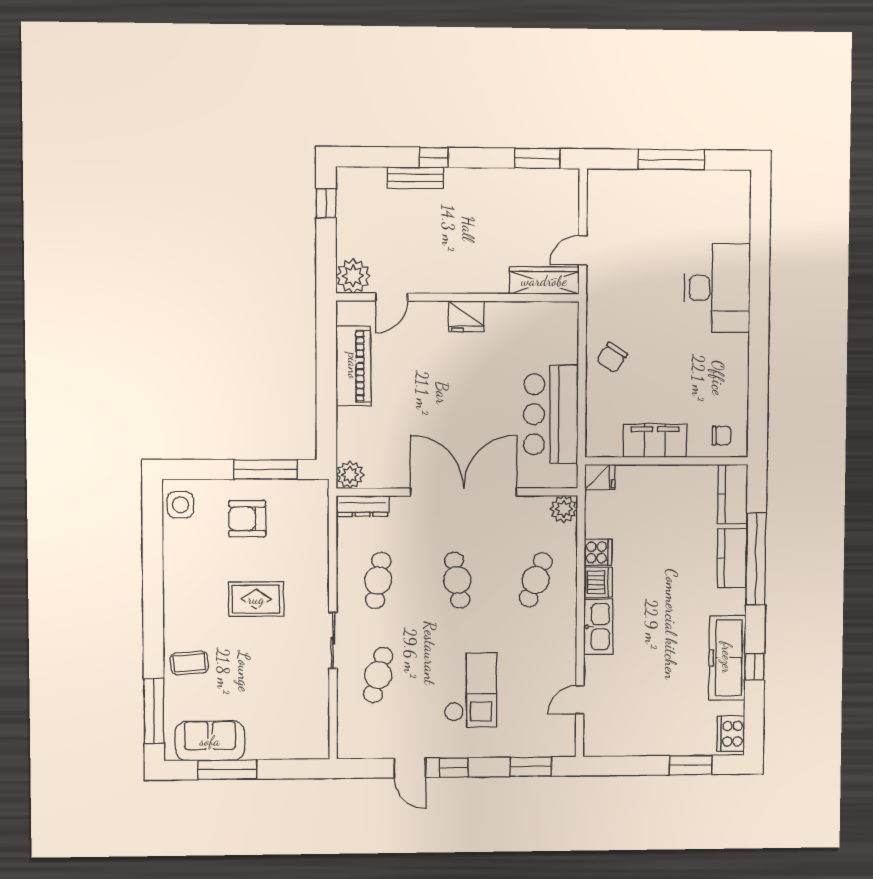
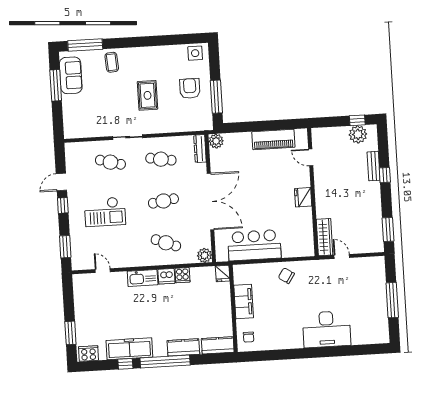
plant: (353, 276) -> (358, 134), moved
window: (756, 559) -> (165, 362), moved

